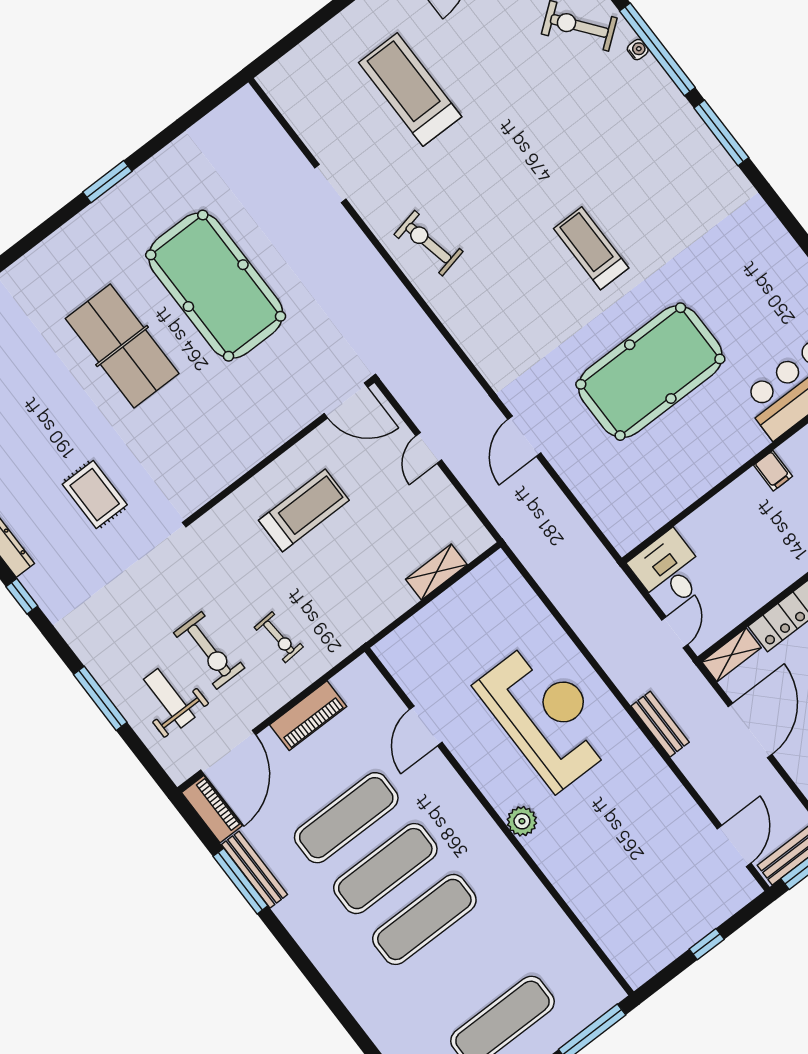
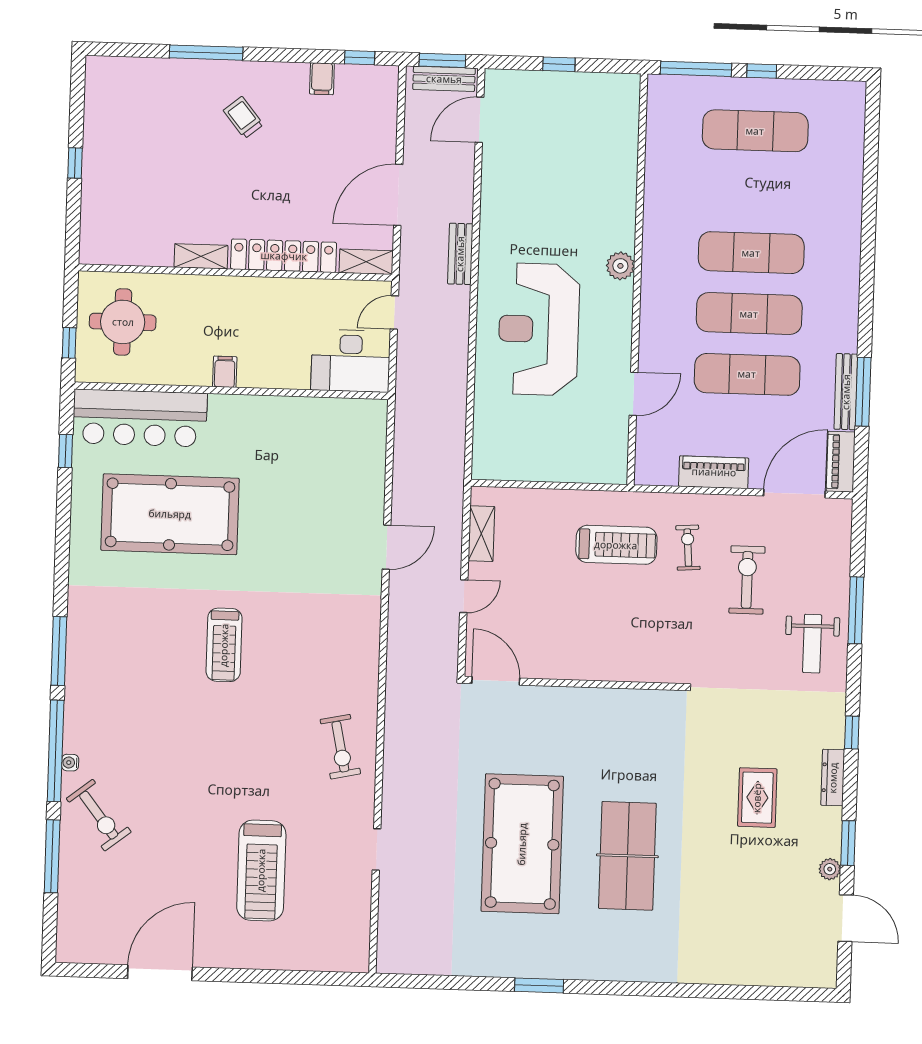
pool table: (650, 372) -> (170, 514), moved
rug: (95, 495) -> (757, 798), moved
treadmill: (304, 510) -> (616, 545), moved, turned 180
desk: (669, 570) -> (351, 361), width x1.37
shelving: (436, 572) -> (481, 534), moved, turned 90
weight bench: (169, 698) -> (812, 644), moved

